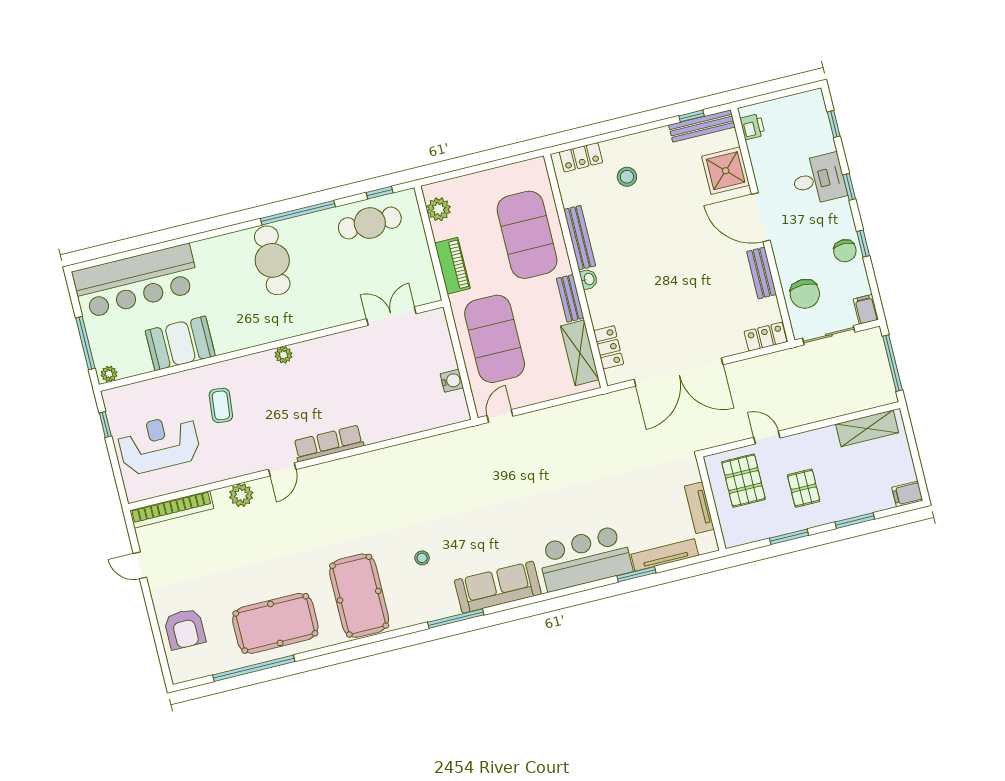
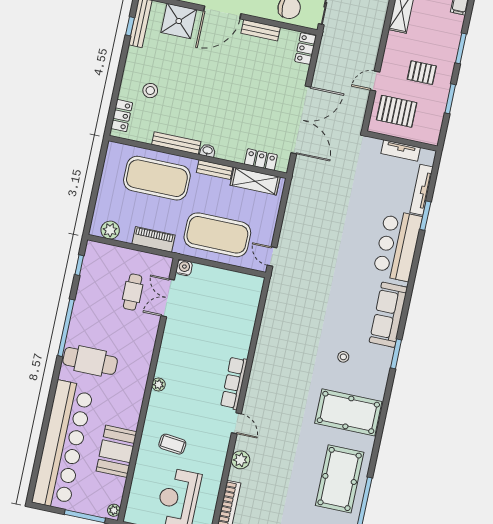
cafe table: (370, 223) -> (133, 292), moved, width x0.73, depth x0.74
bar counter: (136, 281) -> (63, 445), width x1.36
water cooler: (452, 381) -> (184, 268), moved
window: (456, 619) -> (396, 354), width x0.69

